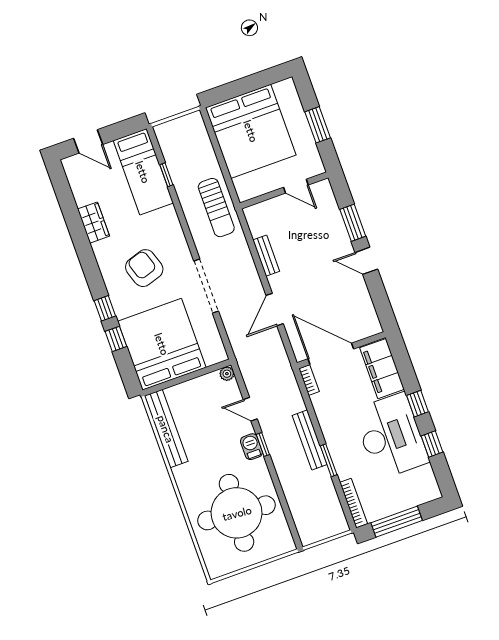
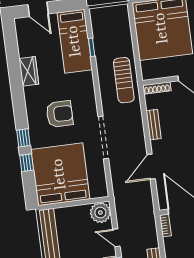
shoe rack: (260, 208) -> (157, 88), added
armchair: (144, 268) -> (60, 114), turned 108
plant: (227, 374) -> (100, 213), width x1.88, depth x1.88

